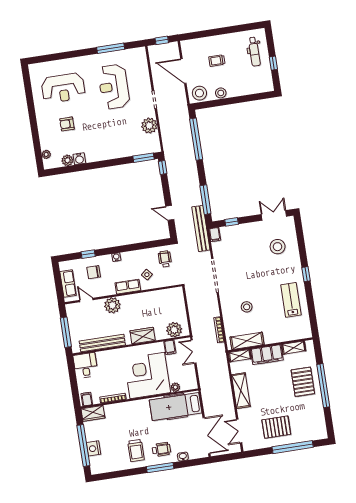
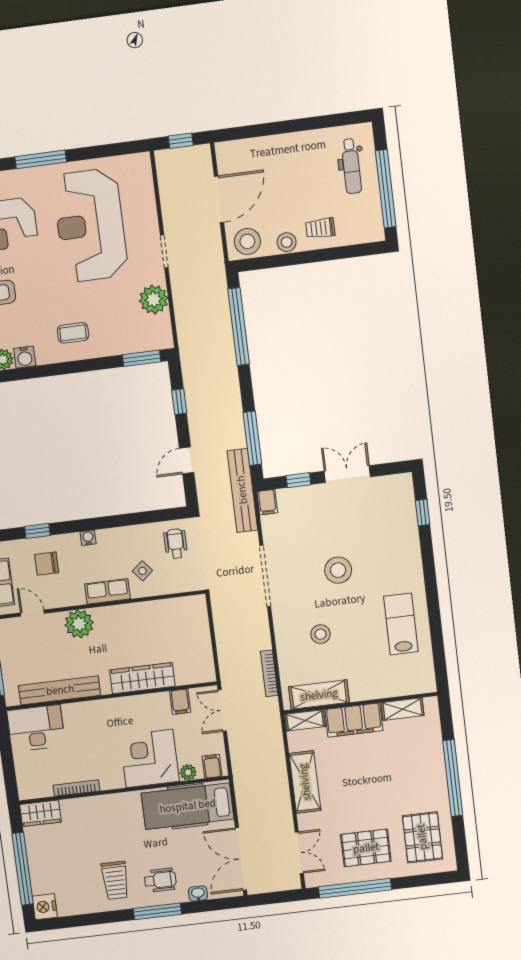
window: (111, 48) -> (41, 159), moved
trolley: (217, 61) -> (320, 228), moved
window: (273, 63) -> (386, 189), width x3.17
door: (183, 71) -> (219, 199), swing flipped
reception desk: (114, 87) -> (90, 225), width x1.36, depth x1.30
coffee table: (106, 145) -> (73, 333), added
window: (163, 168) -> (179, 402), moved
door: (170, 213) -> (187, 460), hinge flipped
double door: (274, 215) -> (347, 474), moved
stool: (278, 247) -> (338, 570), moved
window: (306, 274) -> (423, 512), moved
plant: (174, 330) -> (189, 671), removed
wardrobe: (143, 336) -> (142, 678), width x1.50
desk: (85, 365) -> (36, 728), width x1.37
corner desk: (147, 376) -> (149, 758), width x0.74, depth x0.74
pallet: (303, 382) -> (422, 837), moved
filing cabinet: (87, 399) -> (212, 766), moved
double door: (239, 431) -> (299, 853), swing flipped
double door: (206, 436) -> (241, 859), swing flipped
window: (293, 447) -> (355, 888), moved
nightstand: (94, 448) -> (45, 907), moved

